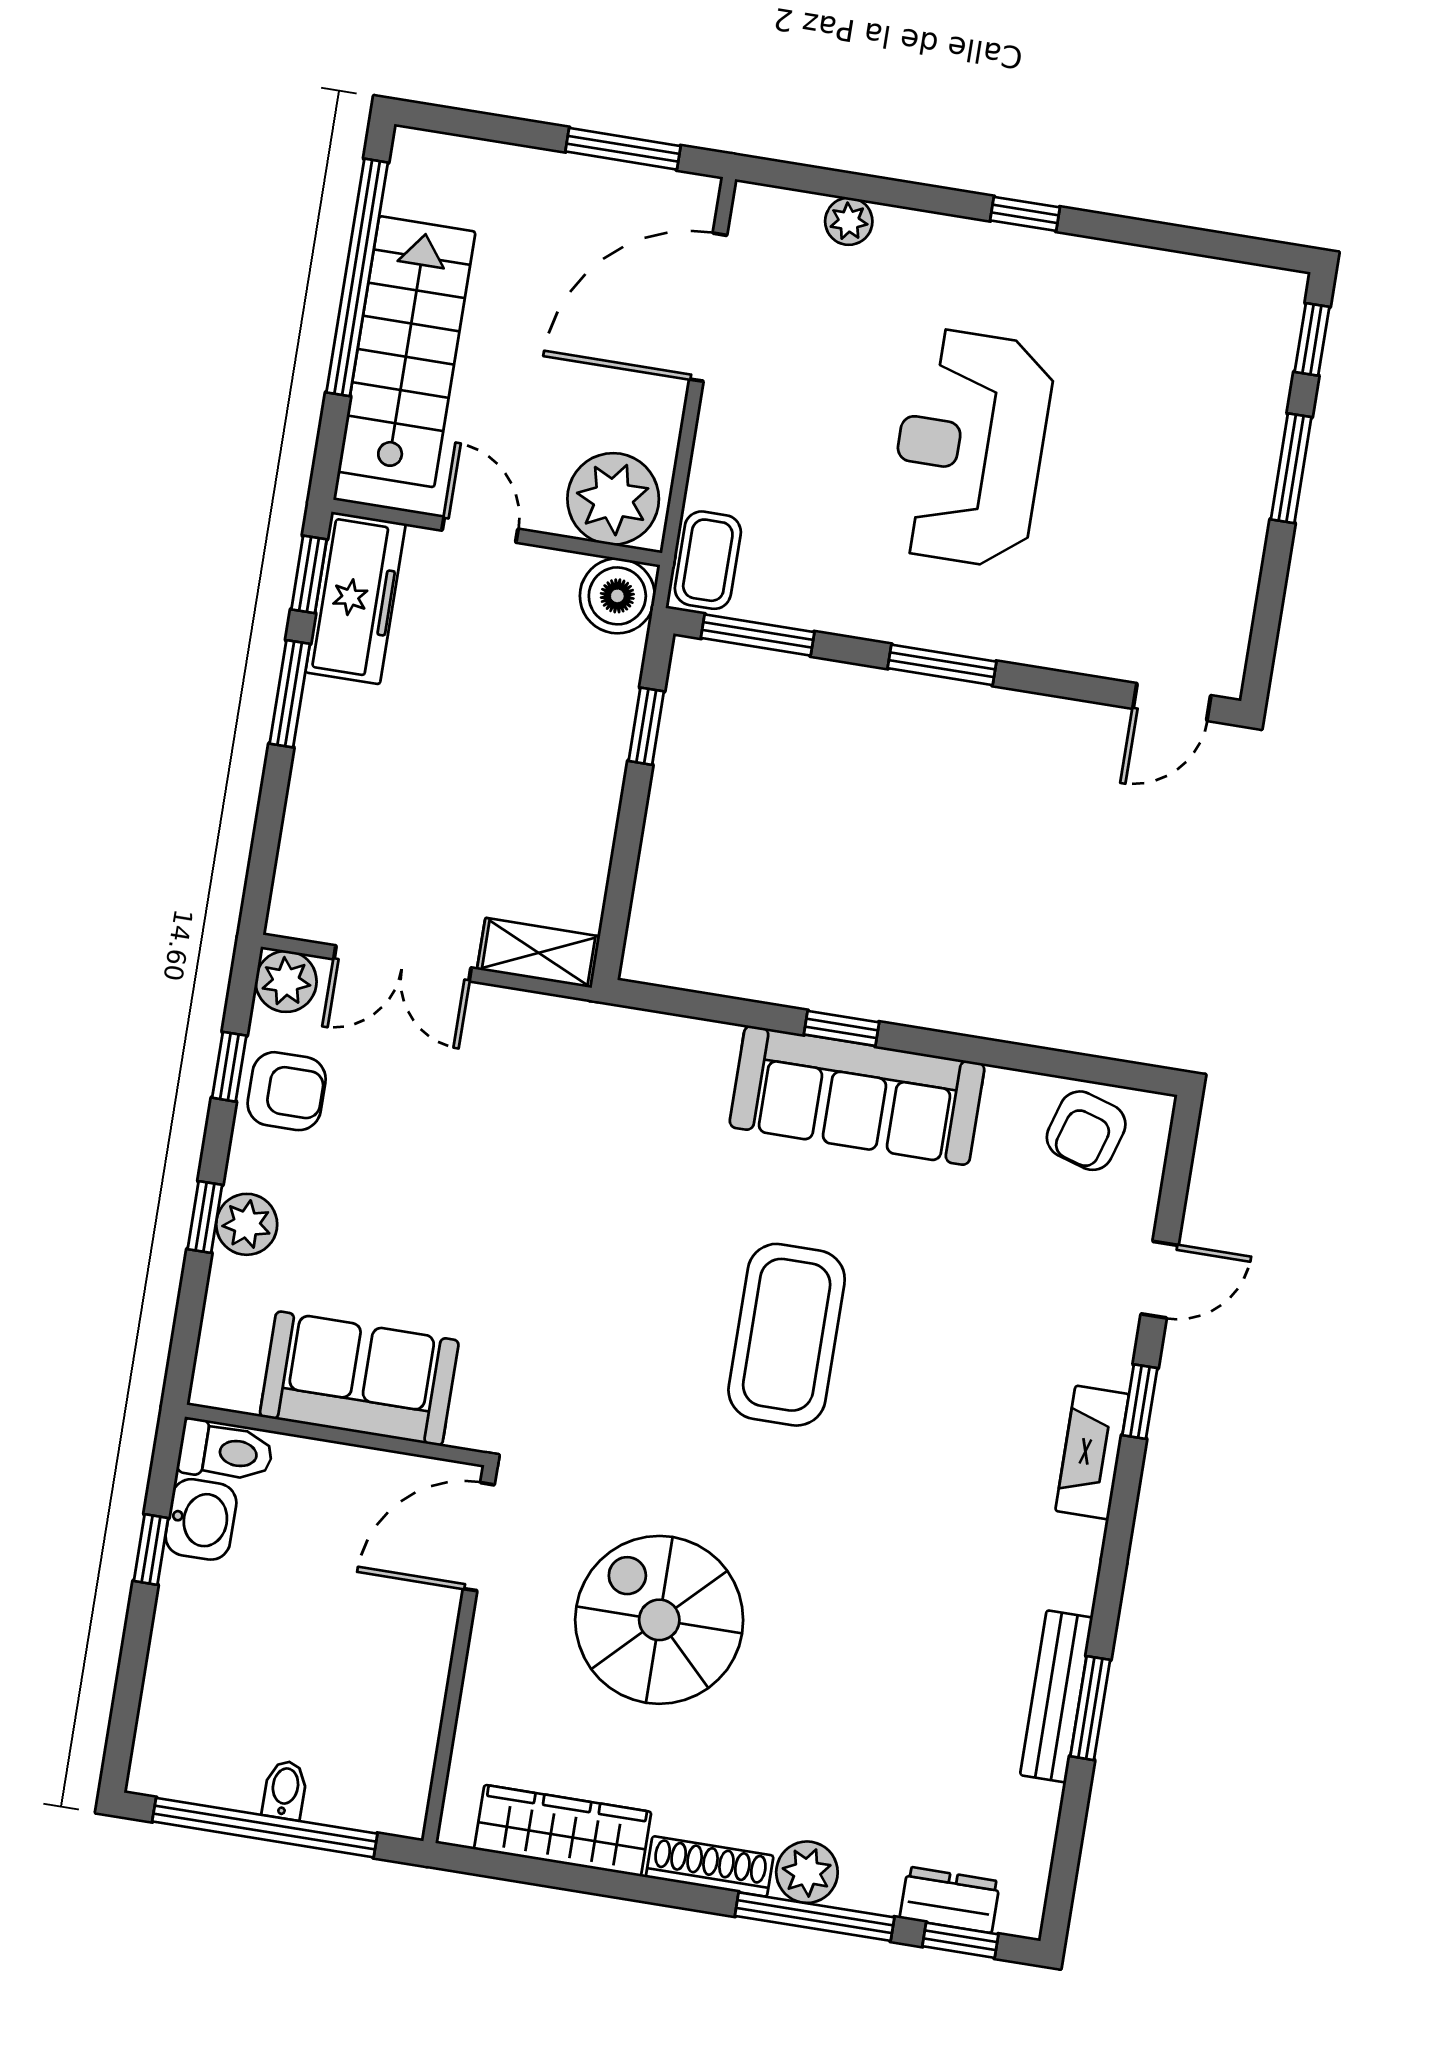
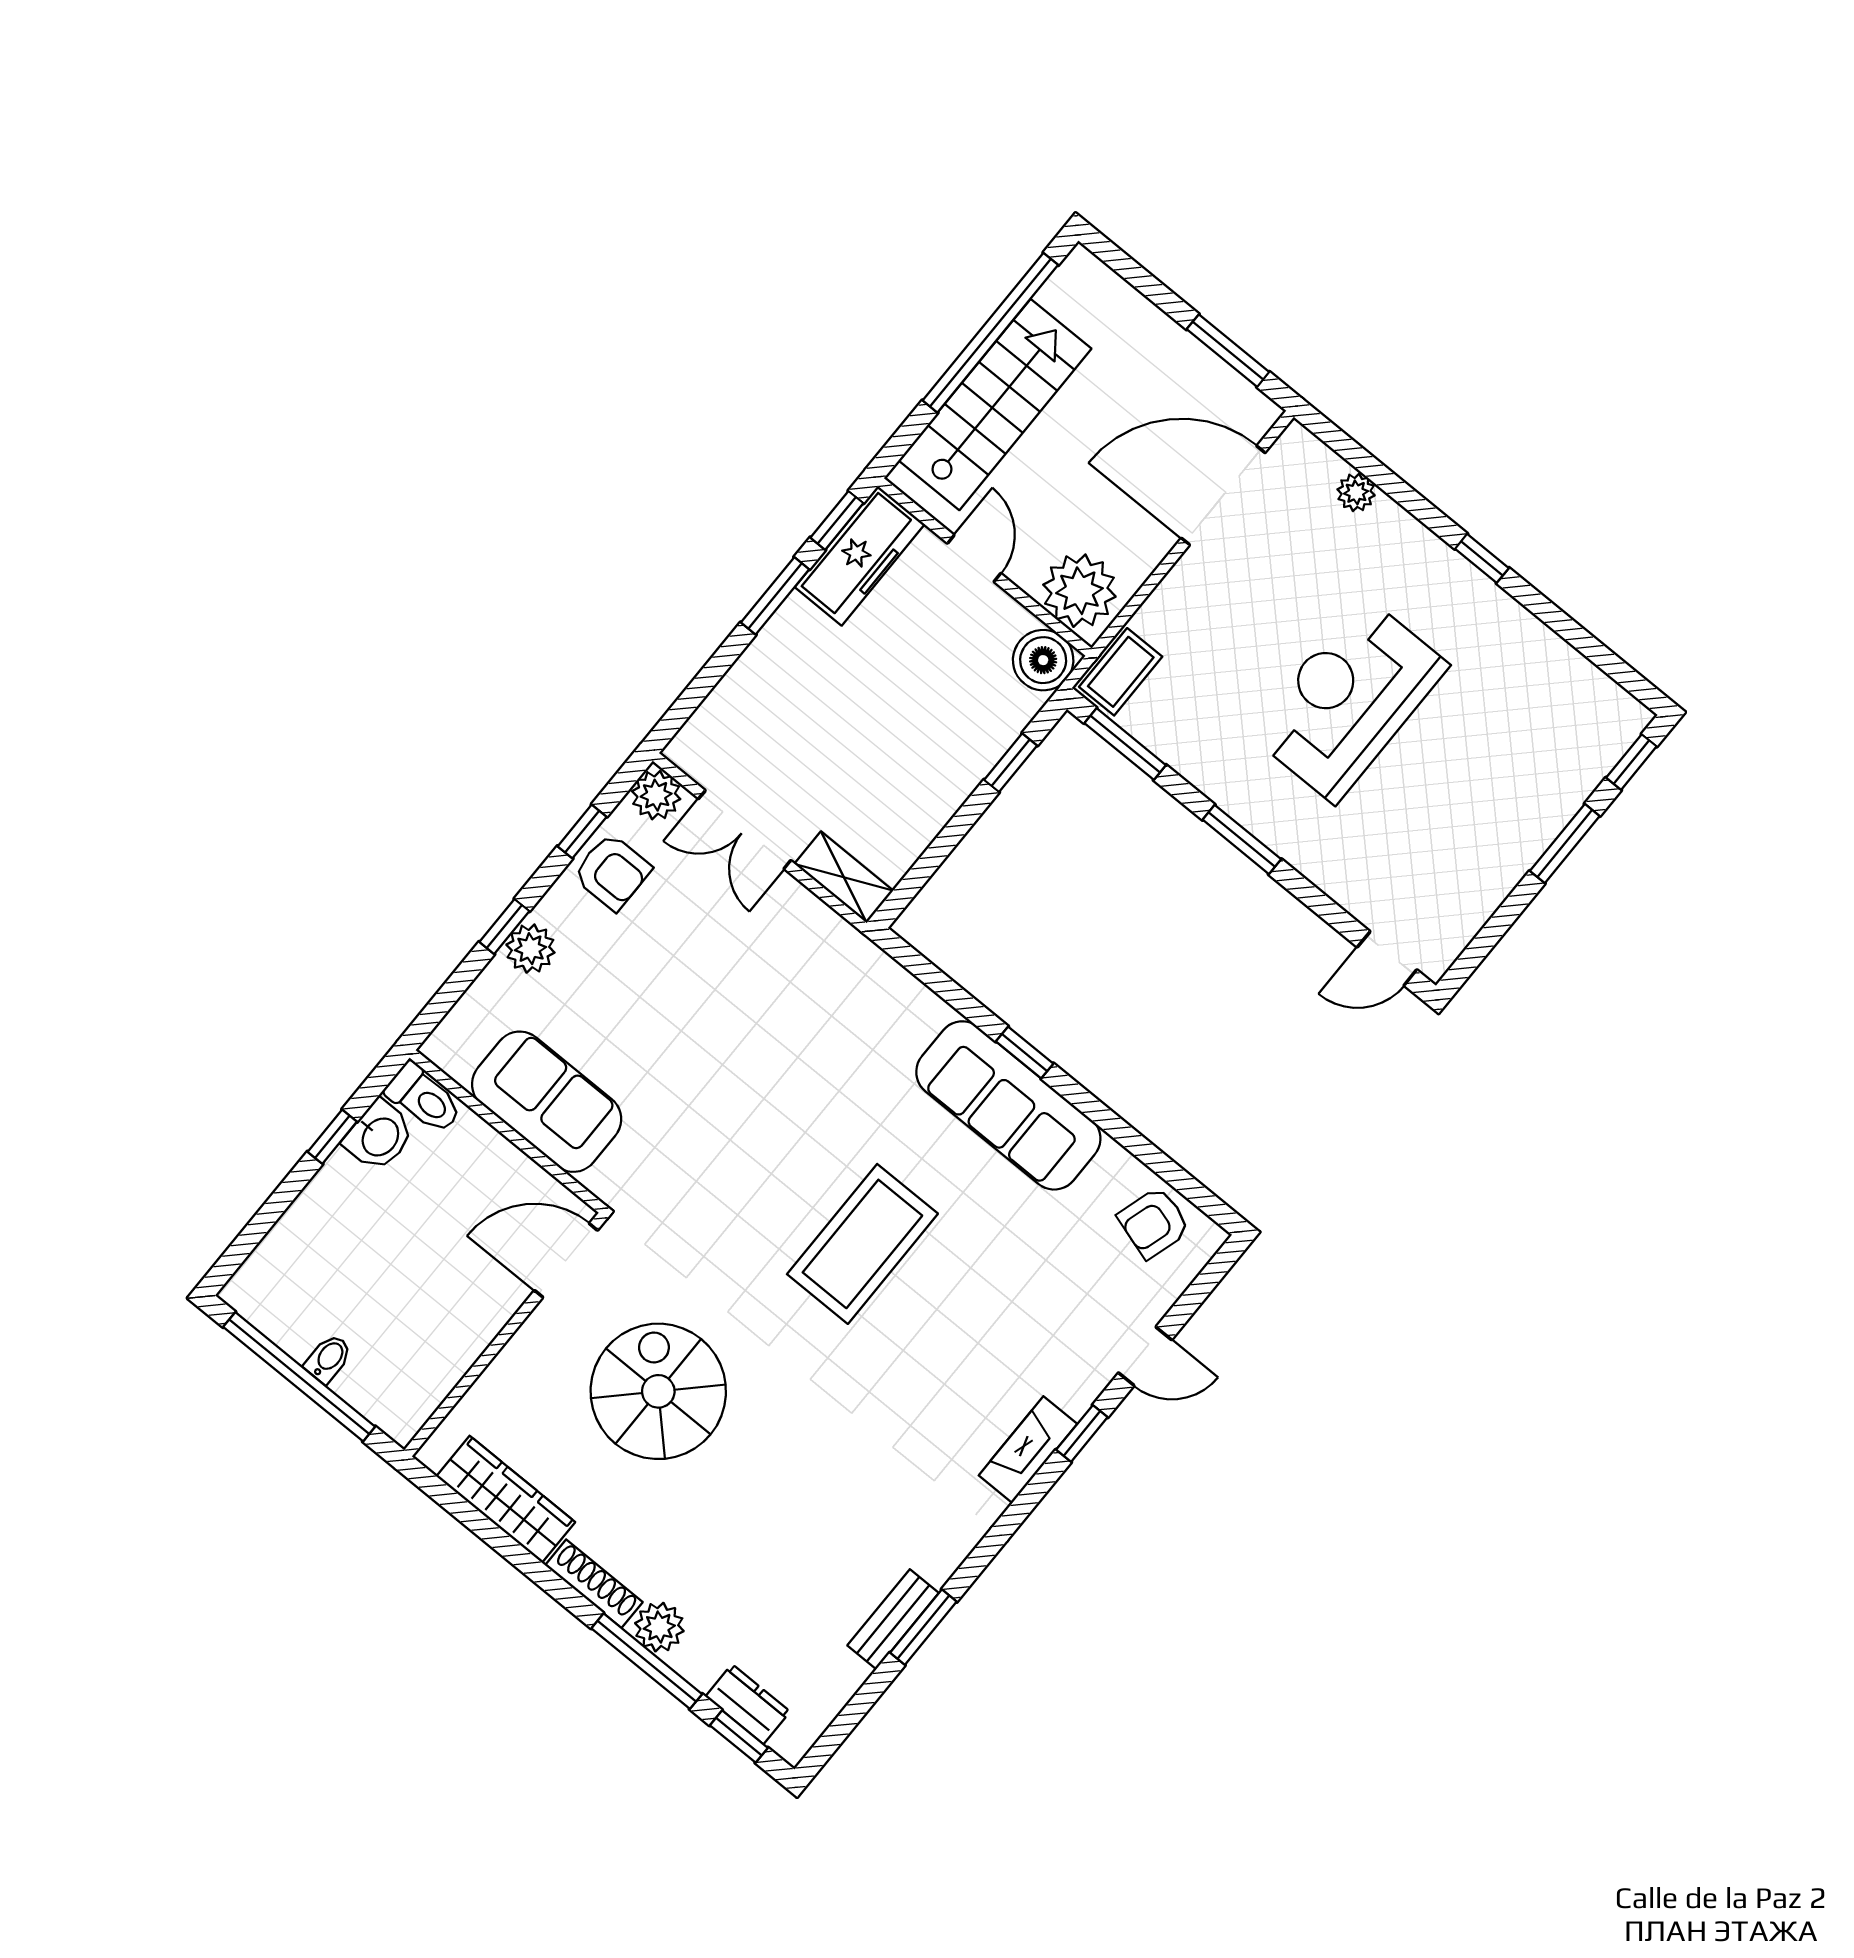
bench: (1056, 1696) -> (893, 1619), width x0.73

